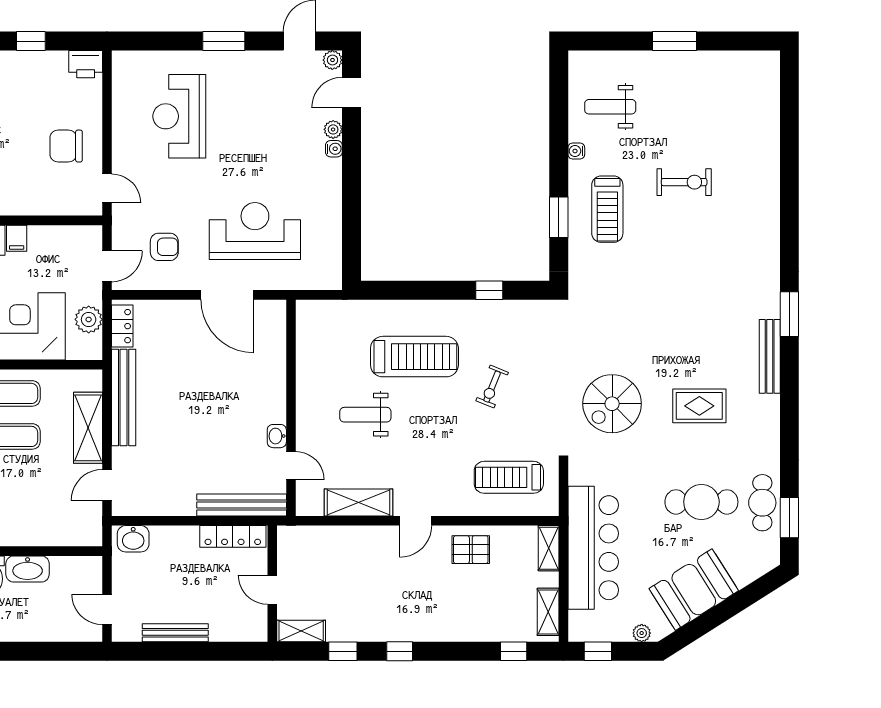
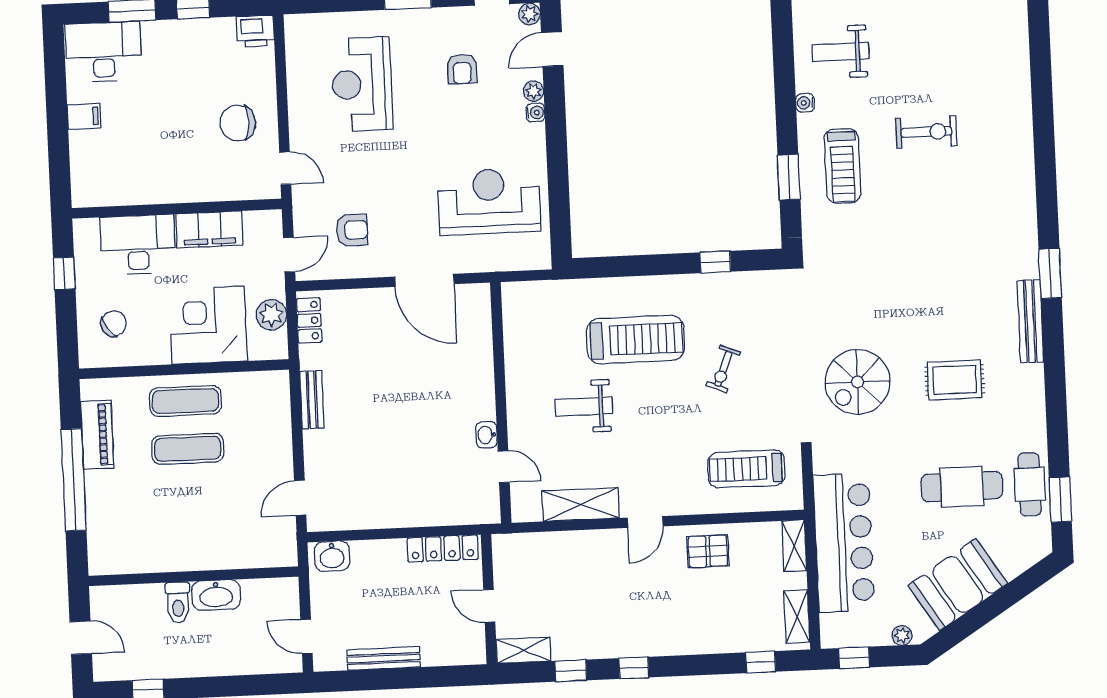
armchair: (270, 107) -> (462, 69), added
reception desk: (255, 231) -> (489, 202), moved
filing cabinet: (17, 238) -> (209, 229), width x3.00, depth x1.17
bench: (124, 397) -> (312, 400), width x0.54, depth x0.82
shelving: (88, 428) -> (276, 435), removed
bench: (242, 505) -> (451, 513), removed

